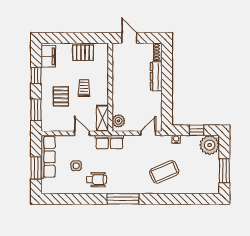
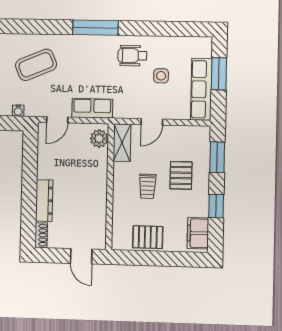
door: (82, 133) -> (152, 122), hinge flipped
row of seats: (109, 142) -> (92, 108), moved

